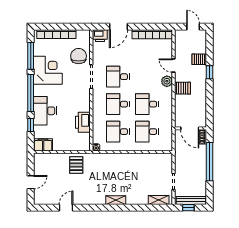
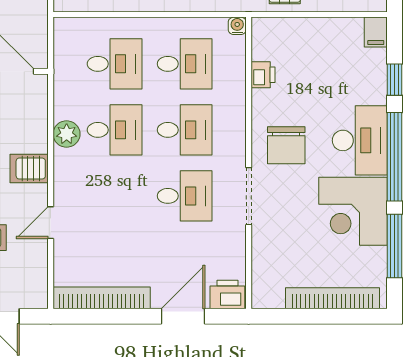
chair: (79, 56) -> (286, 145), moved
door: (174, 66) -> (51, 223), swing flipped
plant: (167, 81) -> (67, 134), moved
desk: (45, 111) -> (360, 140), moved
printer: (83, 122) -> (263, 75), width x0.53, depth x0.68
filing cabinet: (43, 145) -> (376, 32), width x0.50

